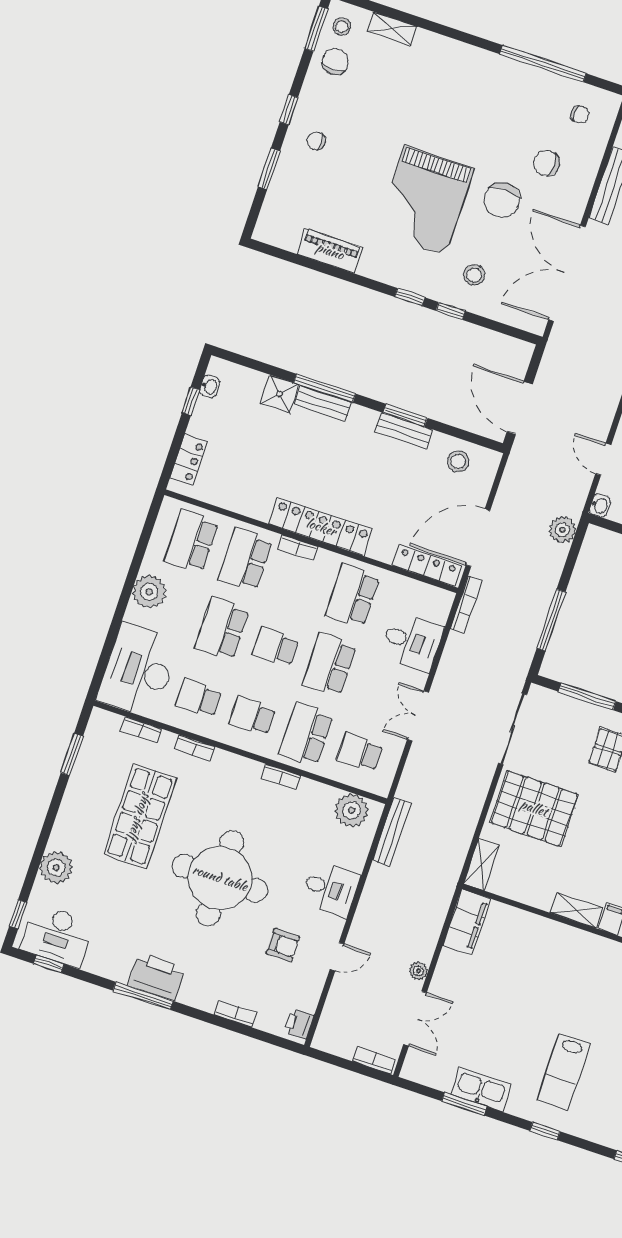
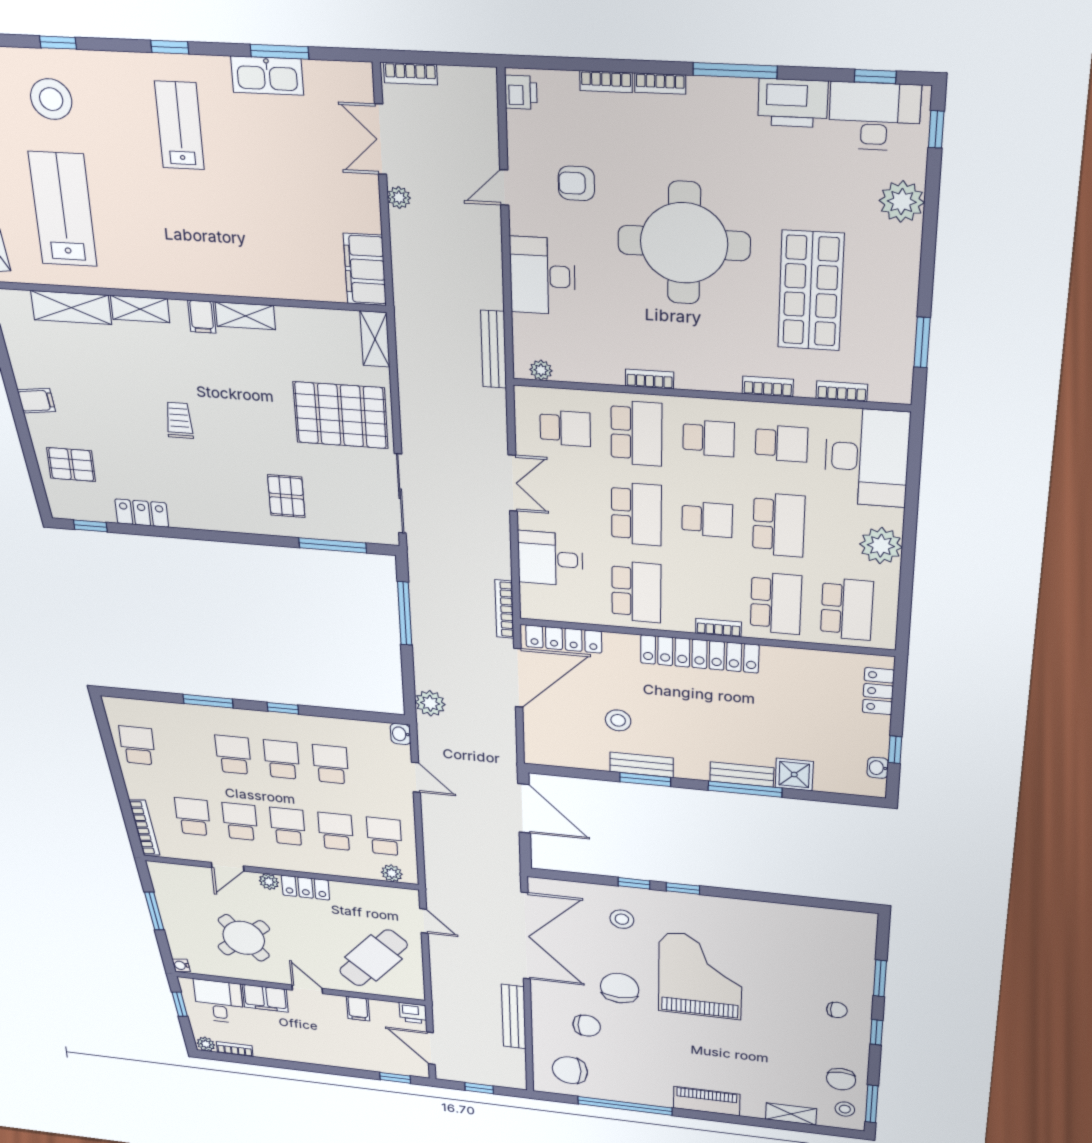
chair: (580, 114) -> (570, 1070), width x1.87, depth x1.87
piano: (330, 251) -> (707, 1101), moved, turned 180
stool: (458, 461) -> (618, 720), moved
plant: (352, 810) -> (541, 370), width x0.53, depth x0.53
desk: (330, 889) -> (542, 276), width x1.37
printer: (157, 977) -> (793, 103), moved
bookcase: (198, 1002) -> (660, 84), added

